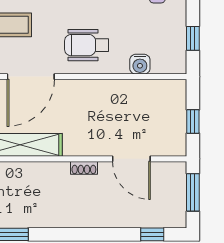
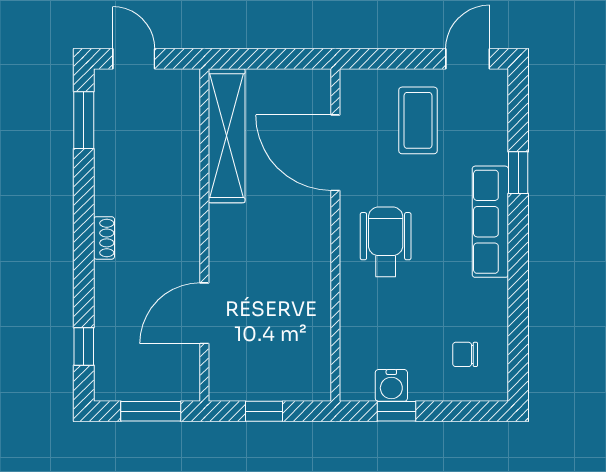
water cooler: (140, 64) -> (391, 385), moved, turned -90
shoe rack: (84, 168) -> (104, 238), moved, turned 180

